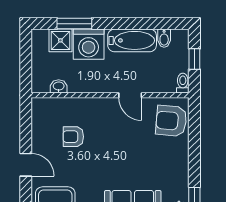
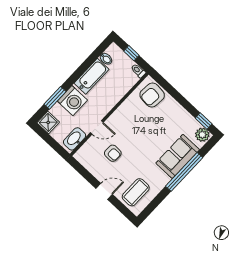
shower: (60, 40) -> (48, 122), moved
washbasin: (59, 86) -> (75, 139), width x1.91, depth x1.45
door: (130, 95) -> (97, 127), moved
armchair: (73, 137) -> (113, 153), turned -90

